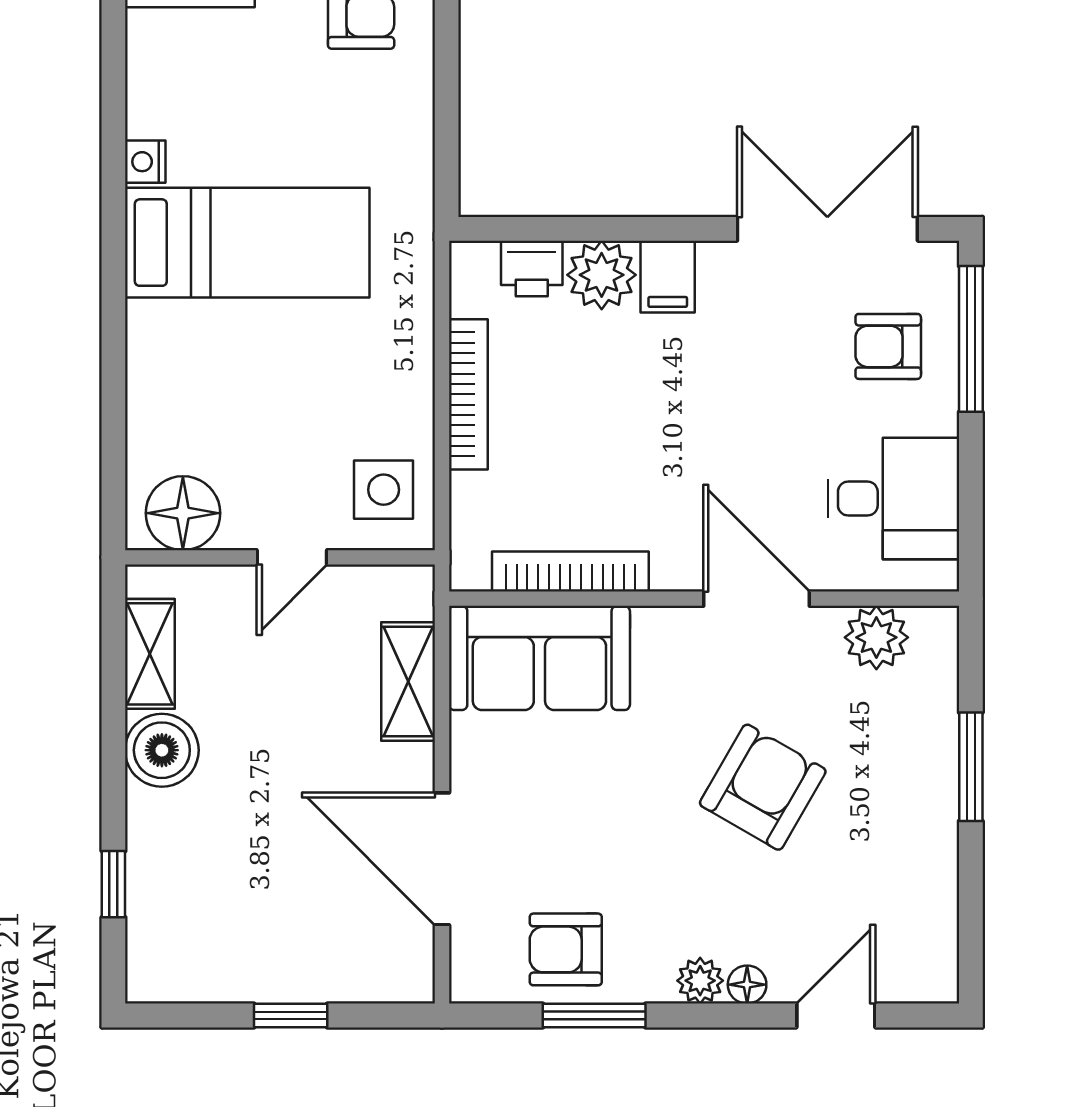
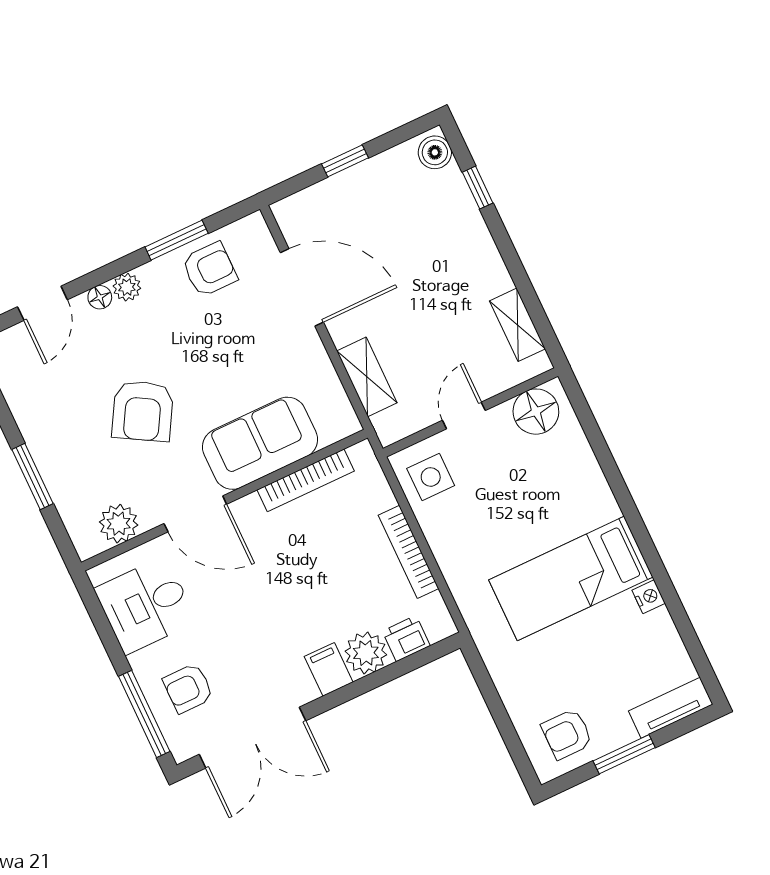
armchair: (888, 346) -> (188, 688), turned 180
sofa: (539, 658) -> (260, 443), moved
boiler: (162, 750) -> (435, 152), moved, width x0.73, depth x0.73

